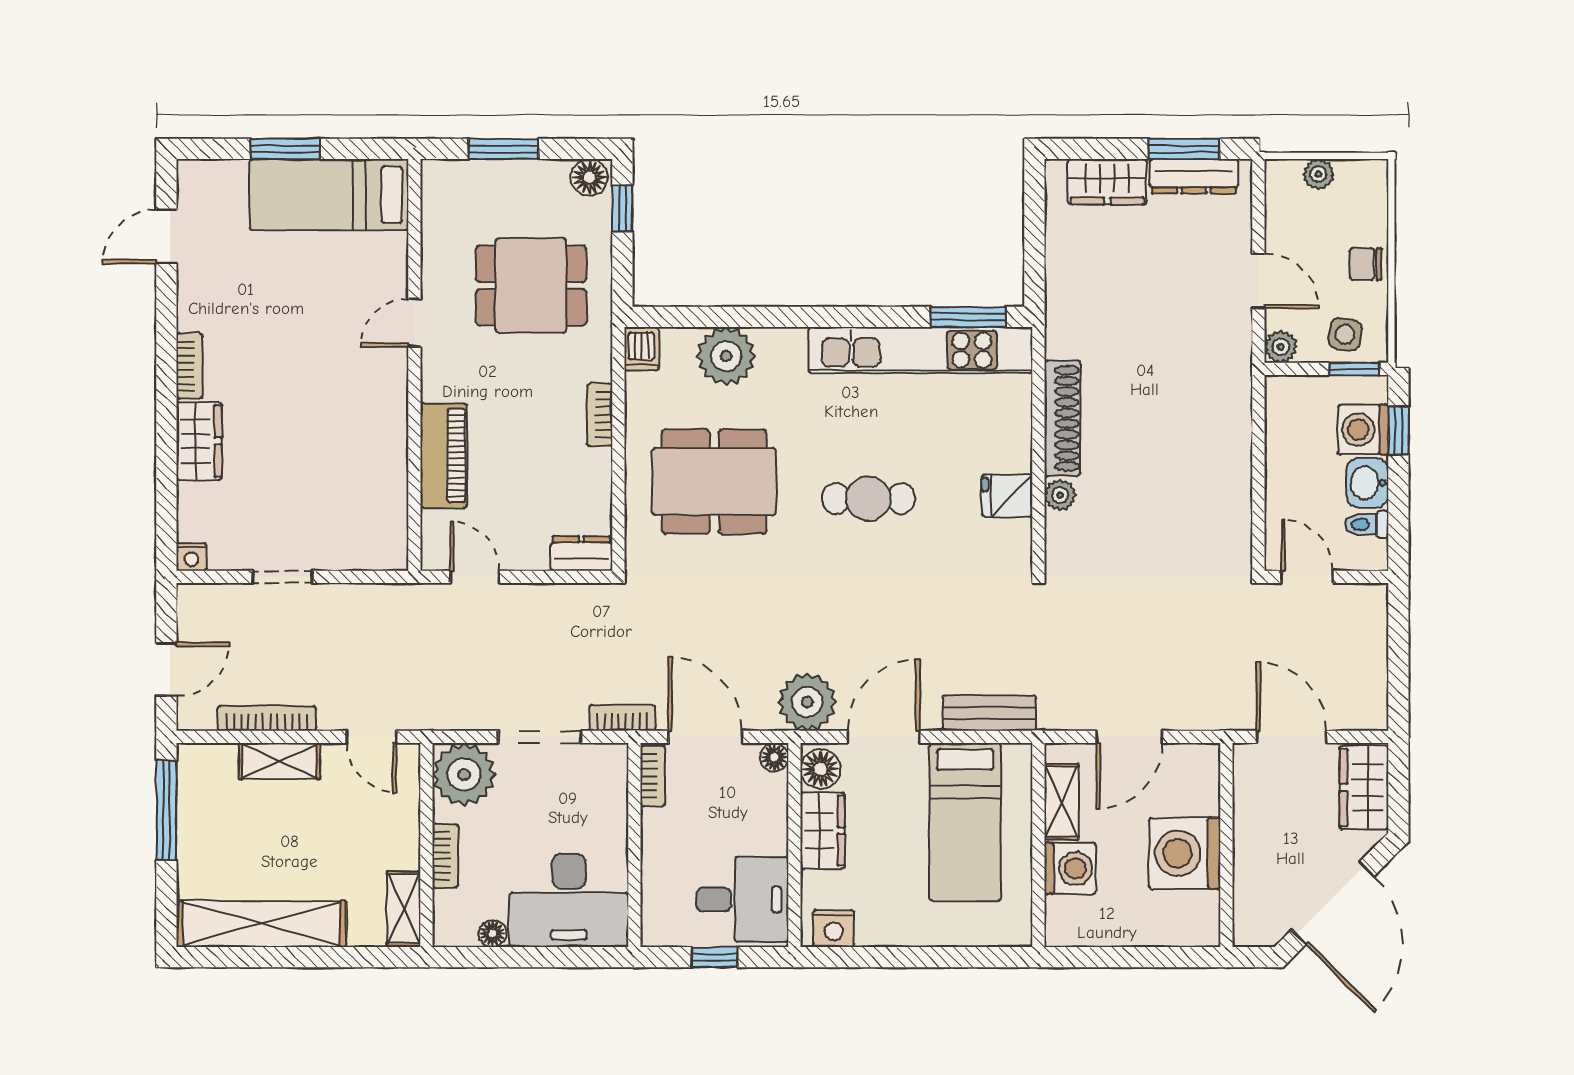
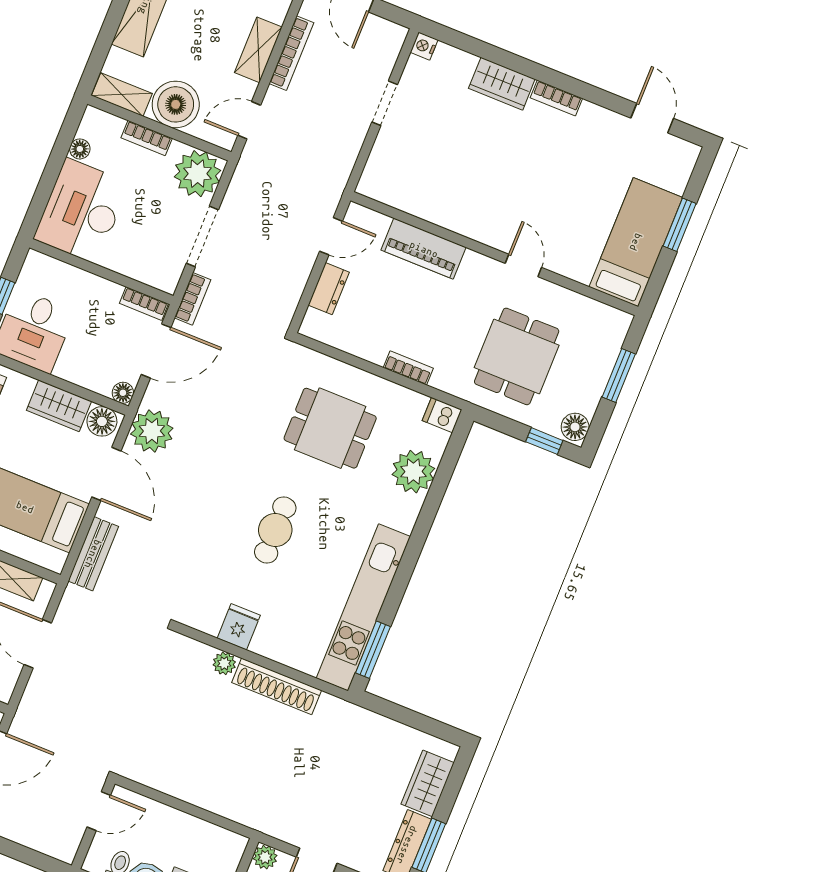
dining table: (714, 482) -> (330, 428), width x0.73
dresser: (581, 554) -> (329, 289), moved
boiler: (389, 837) -> (176, 104), added

